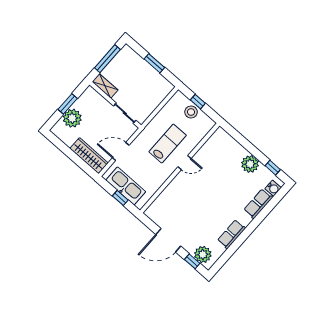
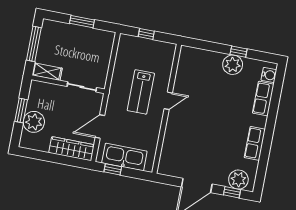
stool: (191, 112) -> (146, 48), removed
lab bench: (168, 144) -> (141, 92), turned 180
window: (273, 168) -> (239, 52), moved
window: (120, 198) -> (113, 169), moved

